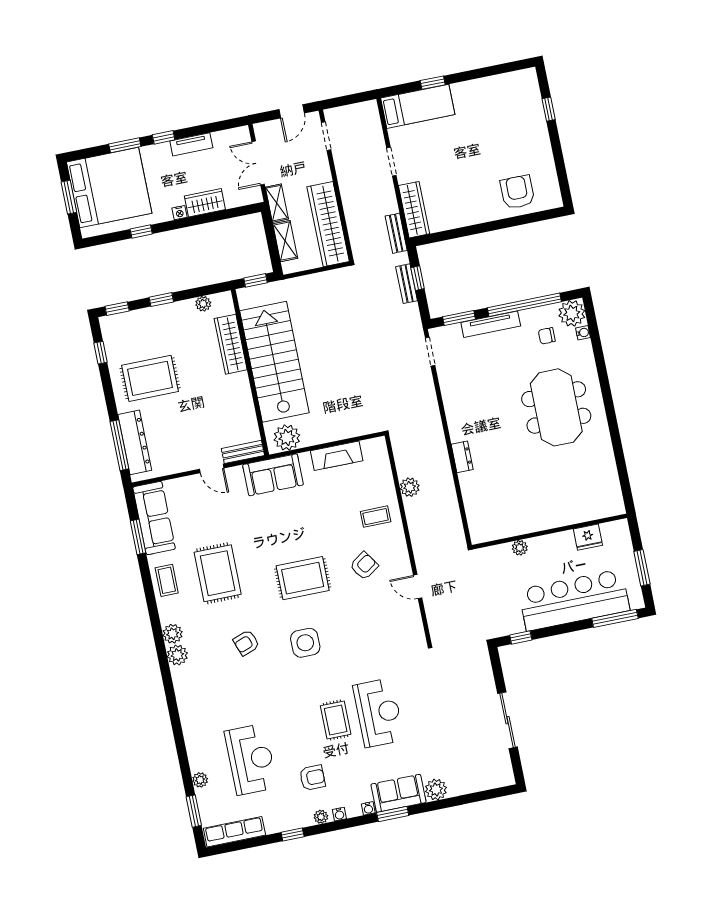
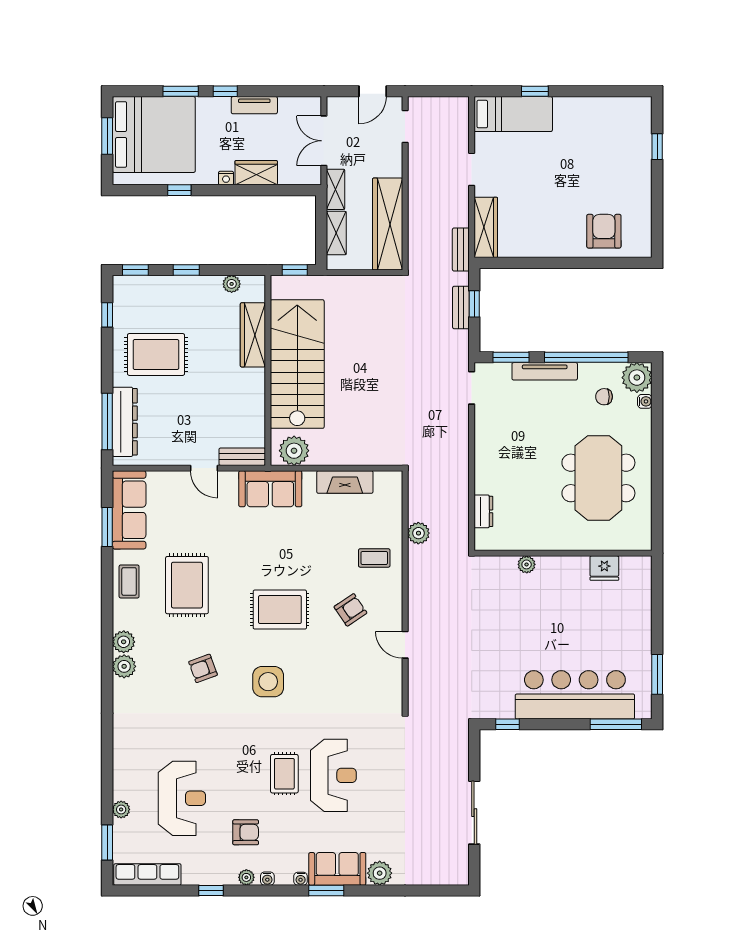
wall: (549, 531) -> (563, 553), moved
fridge: (588, 537) -> (604, 568), moved
plant: (520, 548) -> (527, 564), moved

